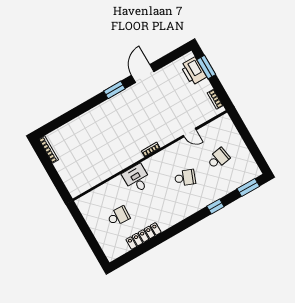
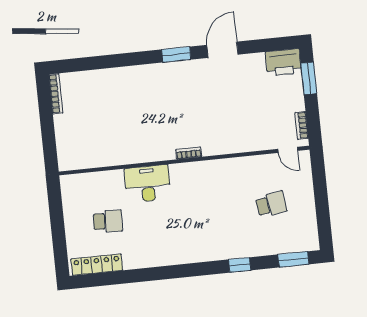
printer: (193, 71) -> (283, 62), moved, turned -90
door: (190, 133) -> (288, 150), moved
school desk: (185, 178) -> (217, 210), removed
desk: (137, 179) -> (148, 184), width x1.37
locker: (143, 236) -> (97, 265), moved

